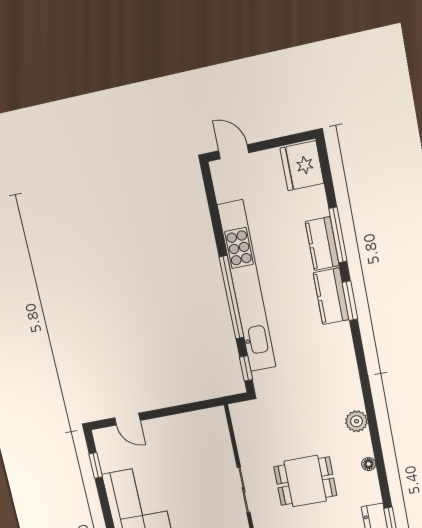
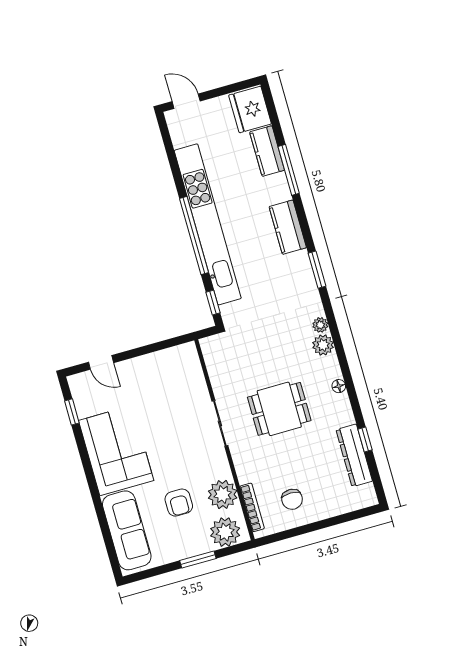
kitchen counter: (322, 244) -> (267, 151), moved
window: (350, 301) -> (317, 270), moved
plant: (356, 401) -> (320, 325), added

